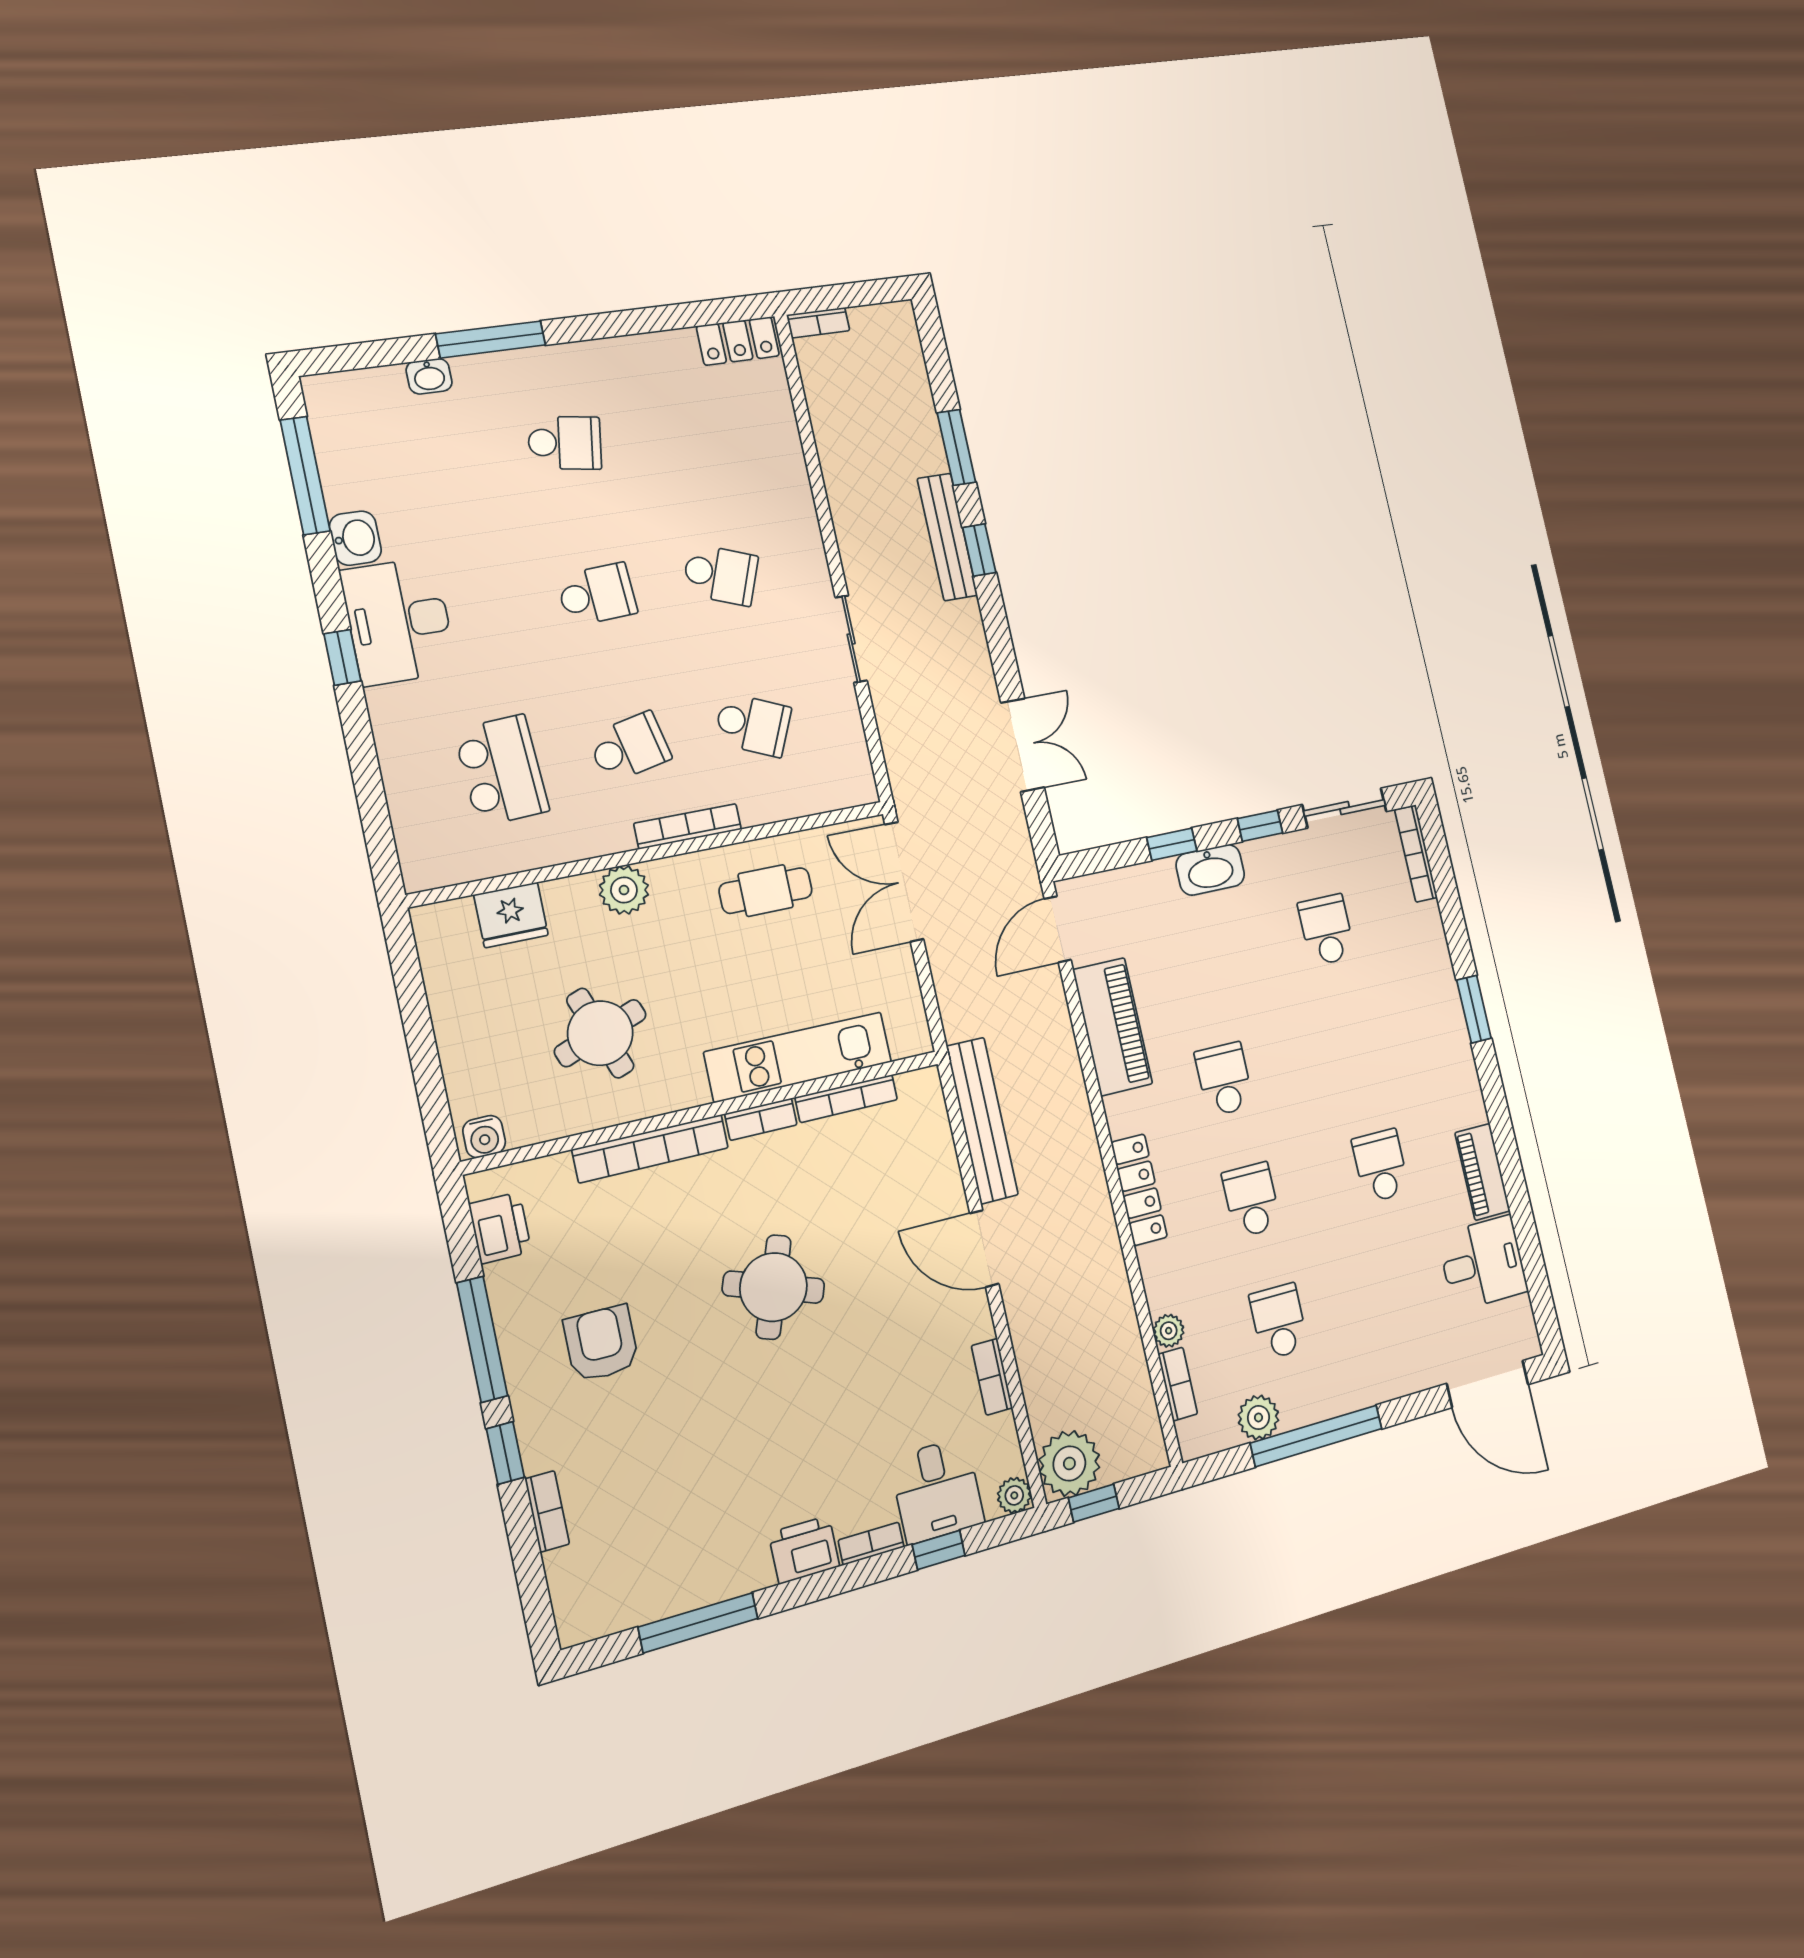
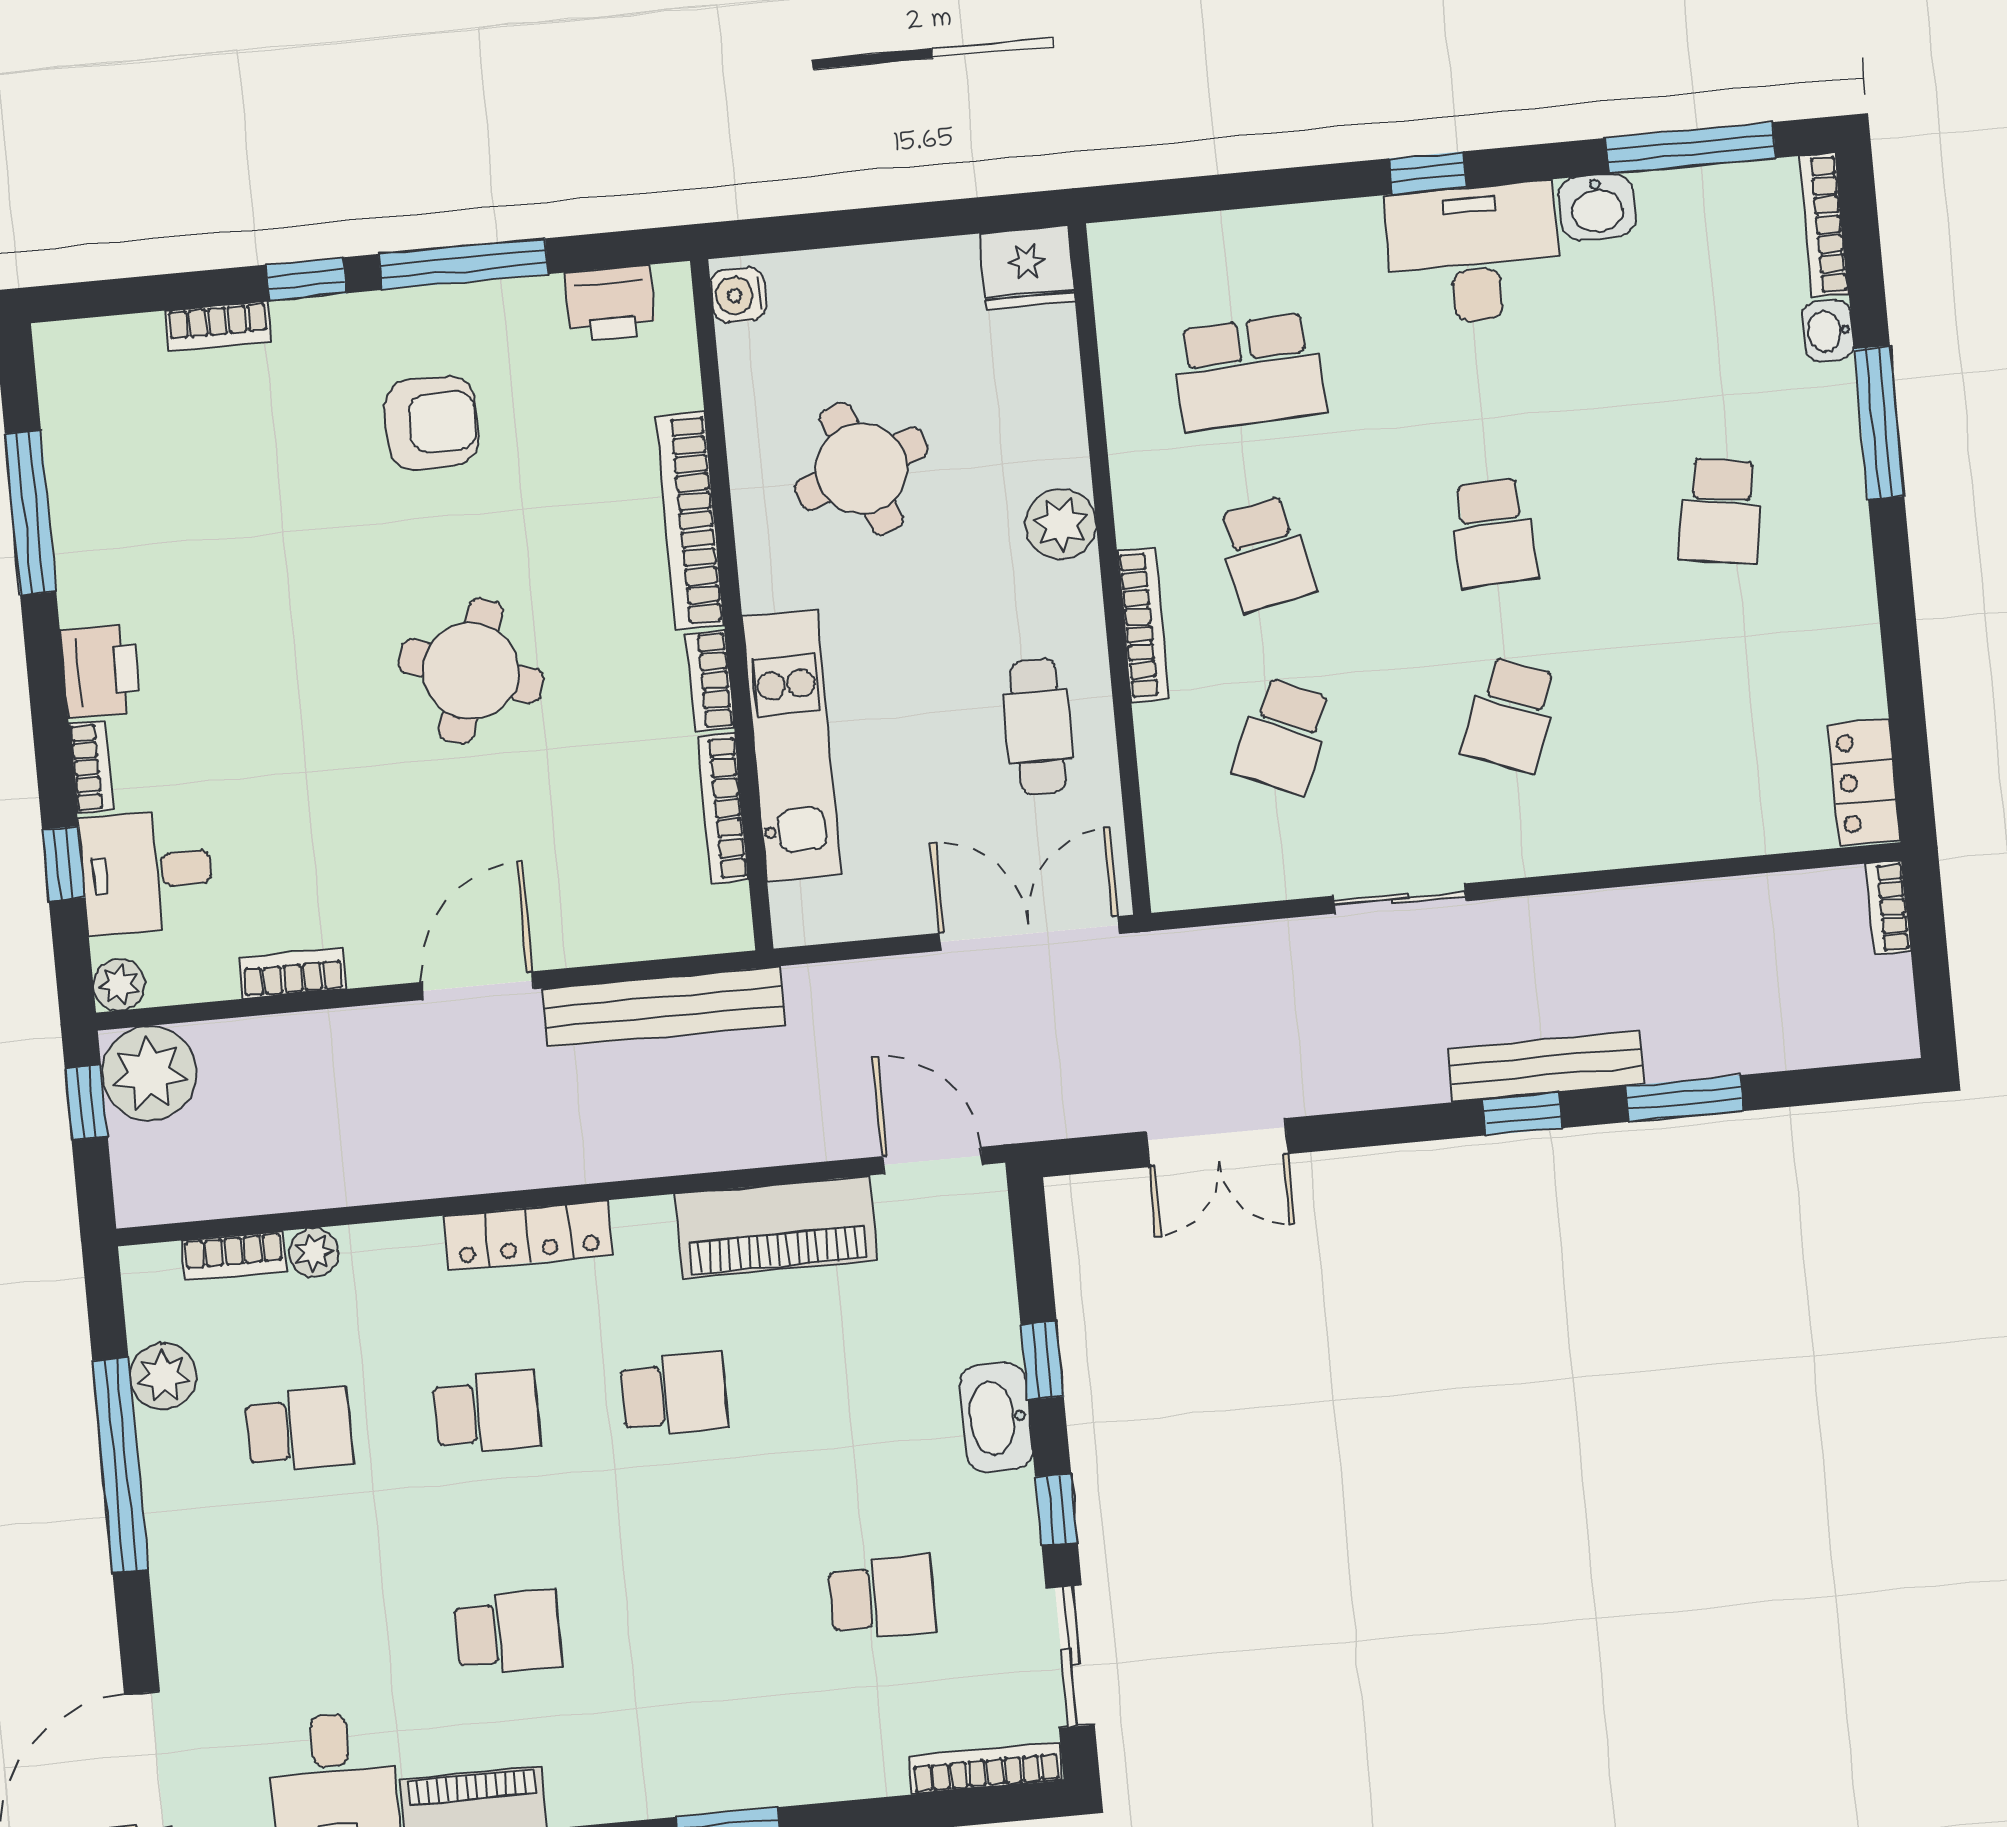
bookcase: (352, 382) -> (1824, 225), added
fridge: (511, 915) -> (1027, 268), moved, turned -90

